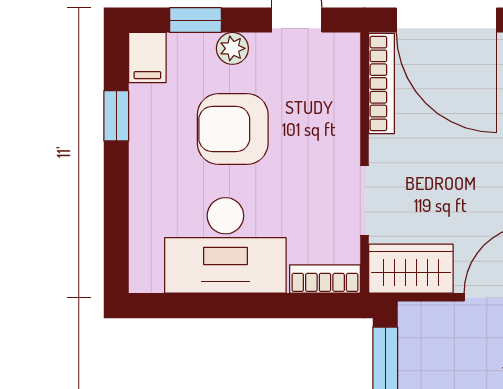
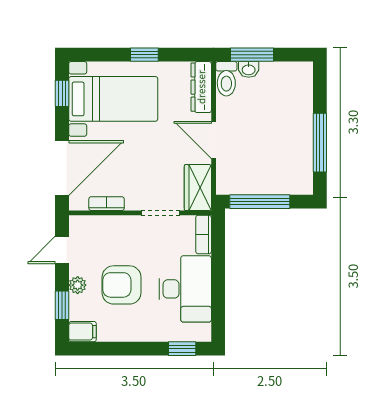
bookcase: (382, 83) -> (107, 204), width x0.64
window: (116, 116) -> (182, 349), moved
armchair: (233, 129) -> (122, 285), turned 90

